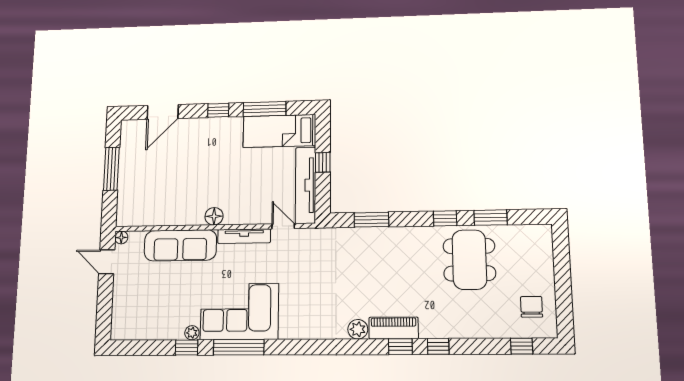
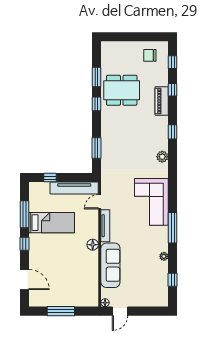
bed: (279, 131) -> (52, 223), moved, turned -90
window: (323, 162) -> (50, 178), moved
corner sofa: (239, 312) -> (151, 202), moved
piano: (394, 328) -> (162, 101), moved
window: (438, 346) -> (173, 90), moved
window: (187, 347) -> (173, 280), moved

